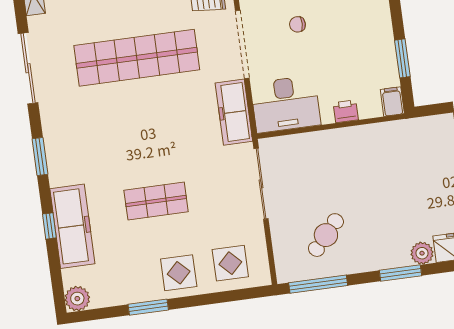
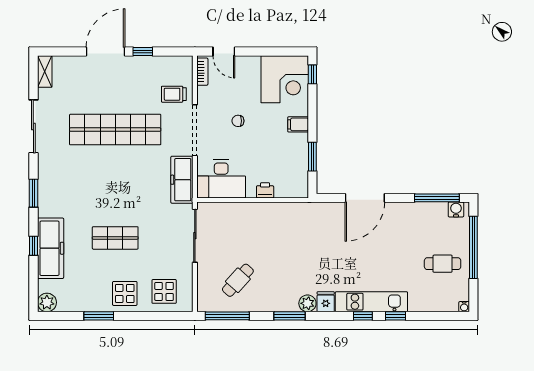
filing cabinet: (392, 102) -> (298, 124), moved, turned -90

